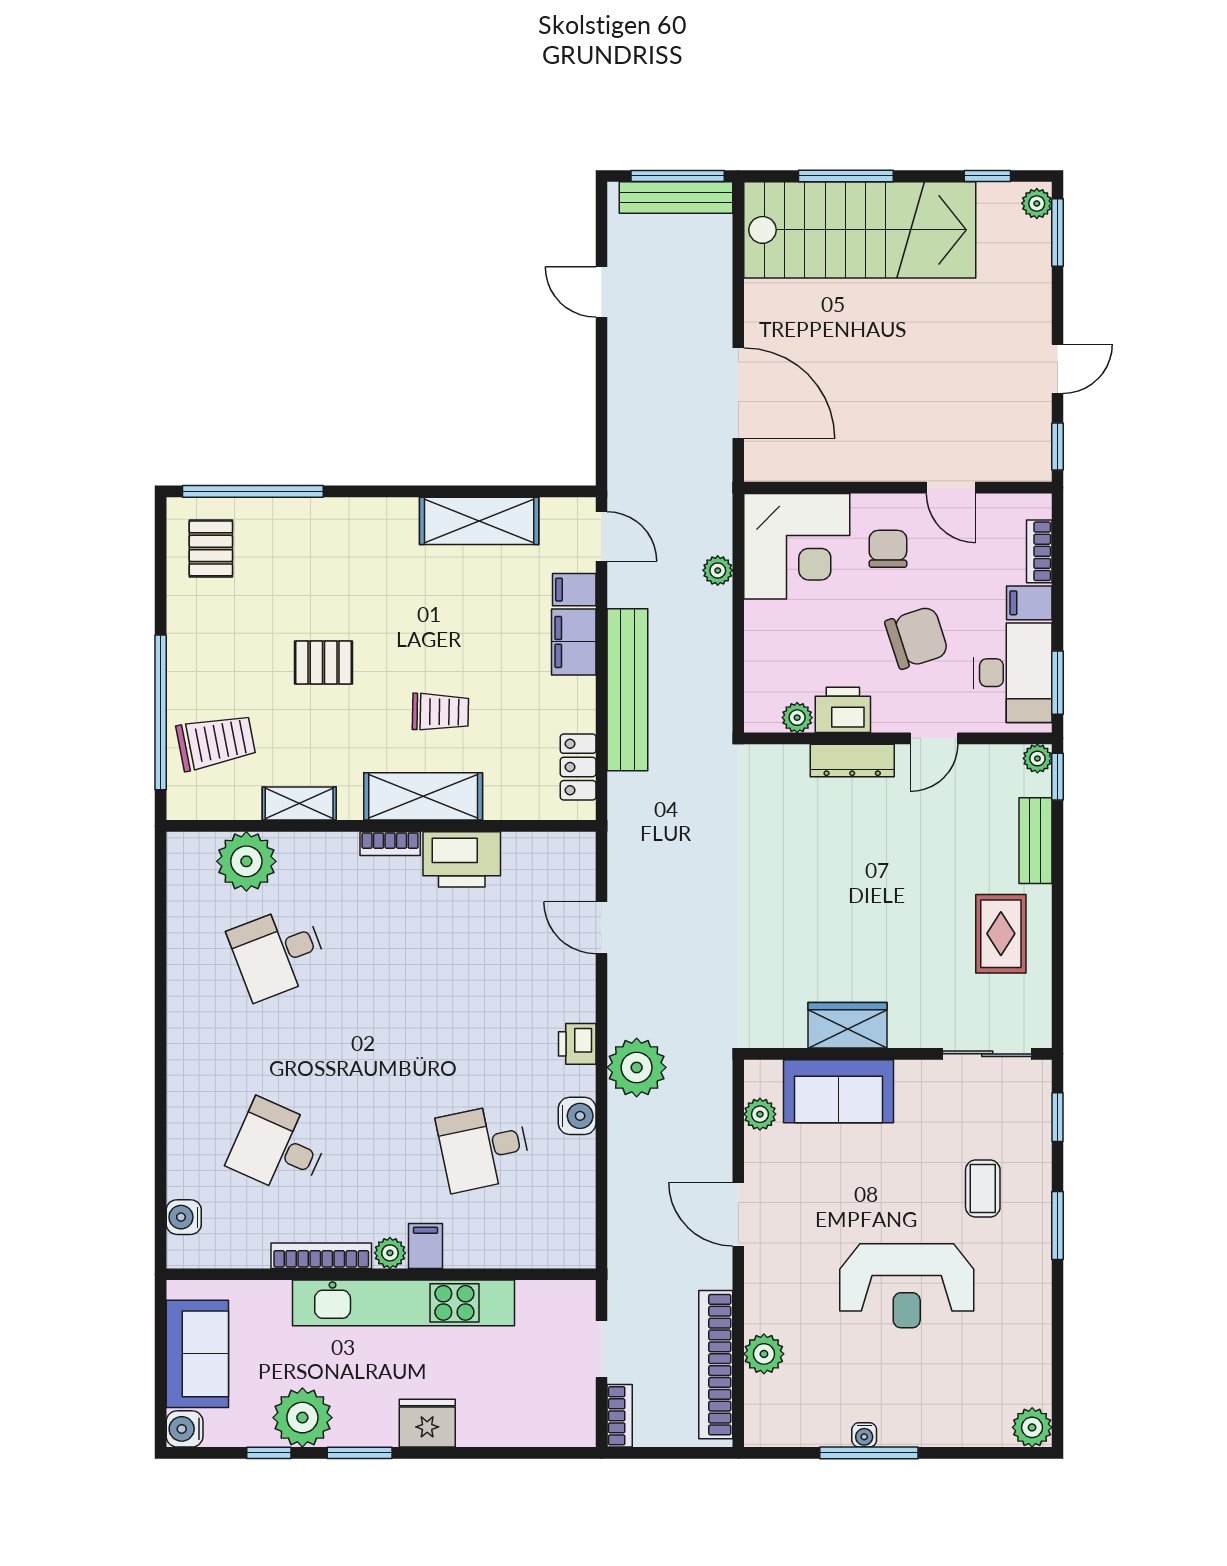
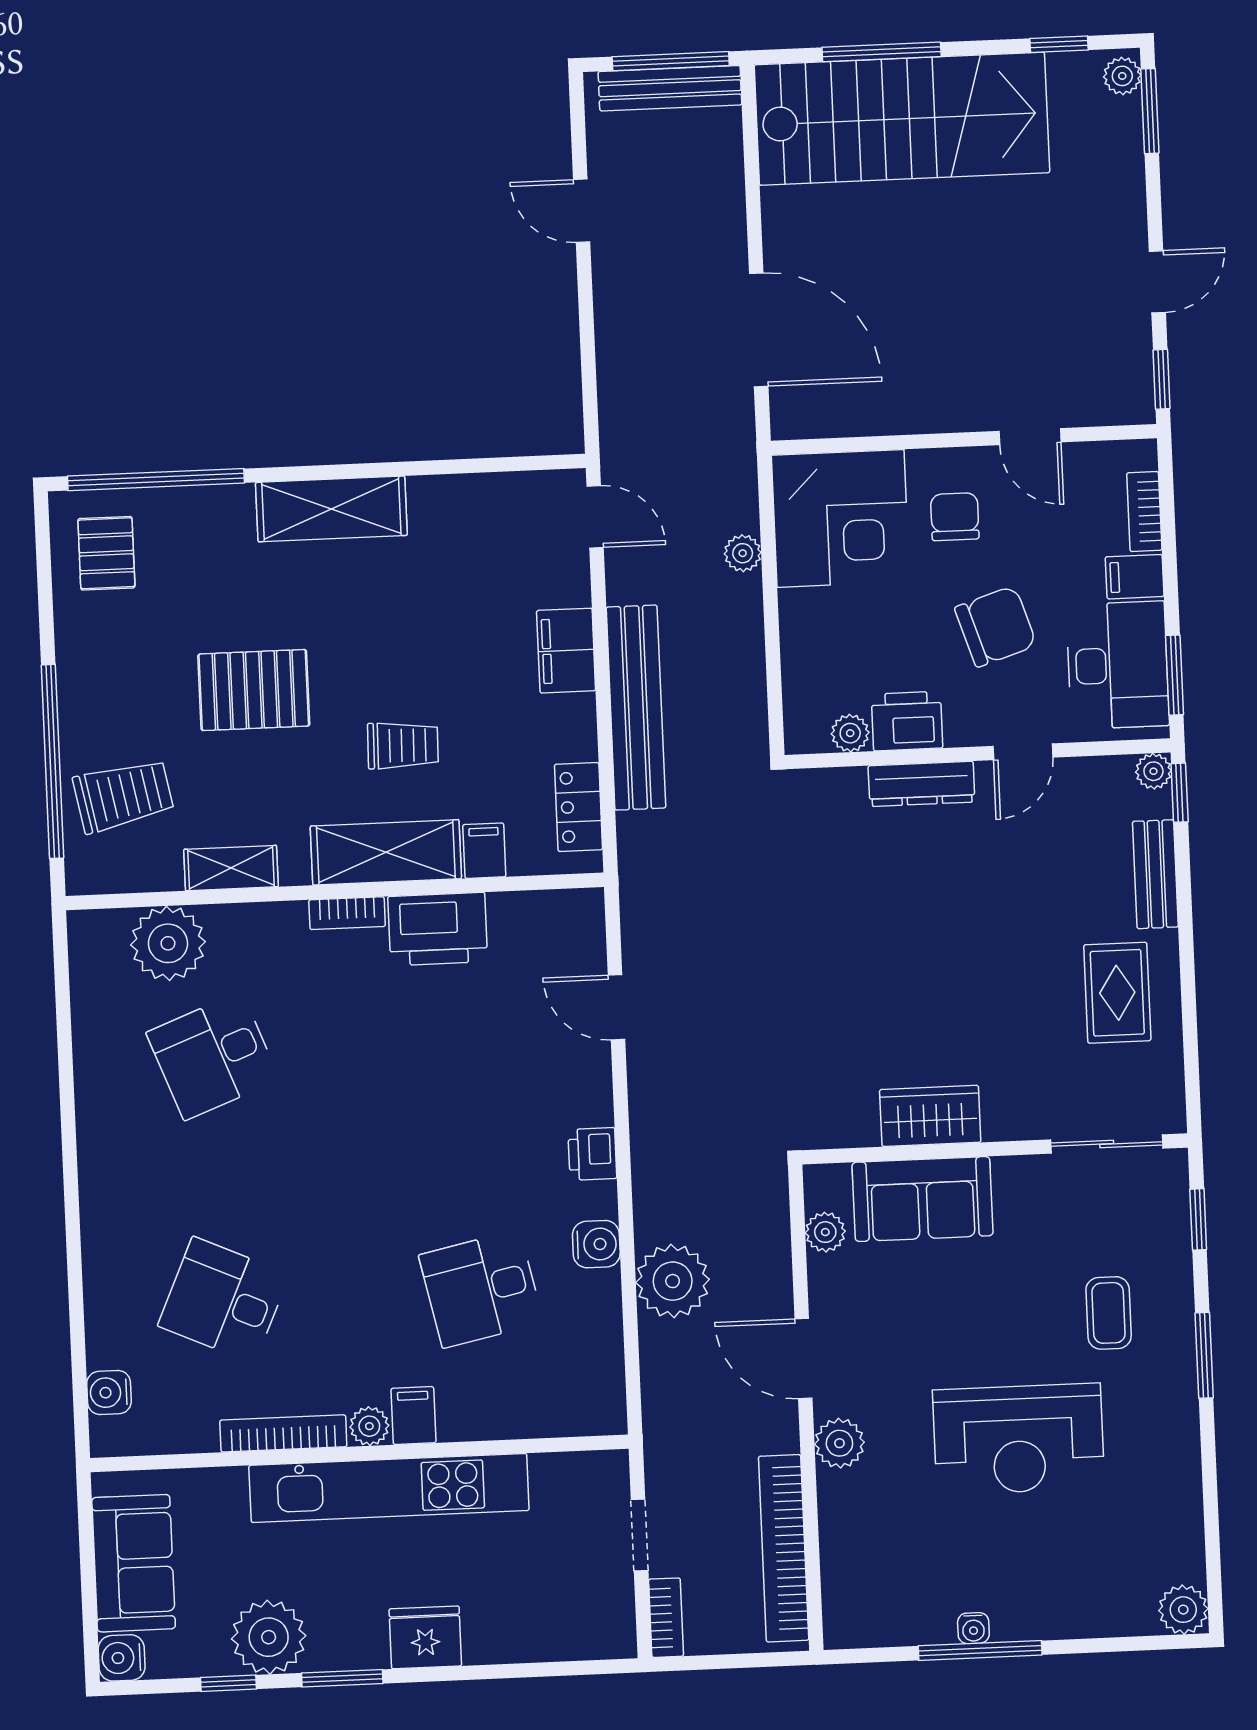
shelving: (479, 521) -> (331, 509), moved
filing cabinet: (574, 590) -> (484, 851), moved, turned 90
pallet: (324, 662) -> (254, 690), width x1.50, depth x1.42
plant: (637, 1067) -> (673, 1281), moved
plant: (764, 1354) -> (839, 1443), moved

